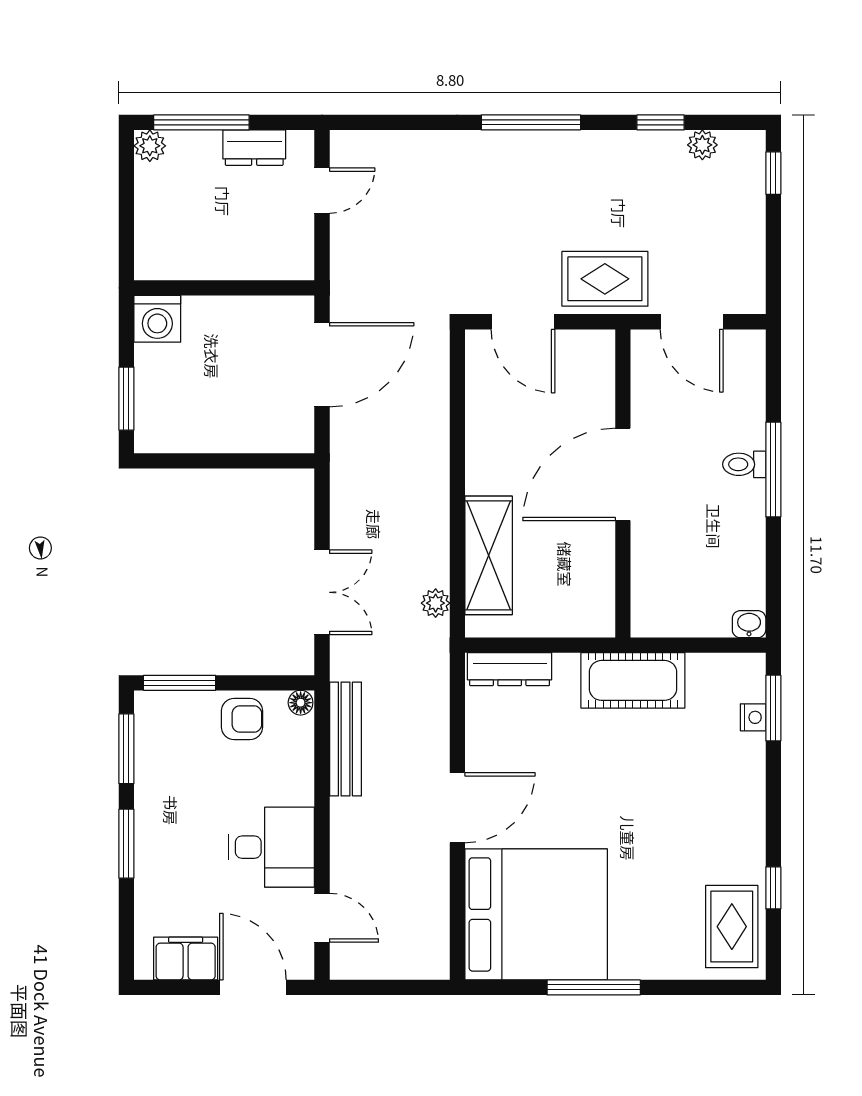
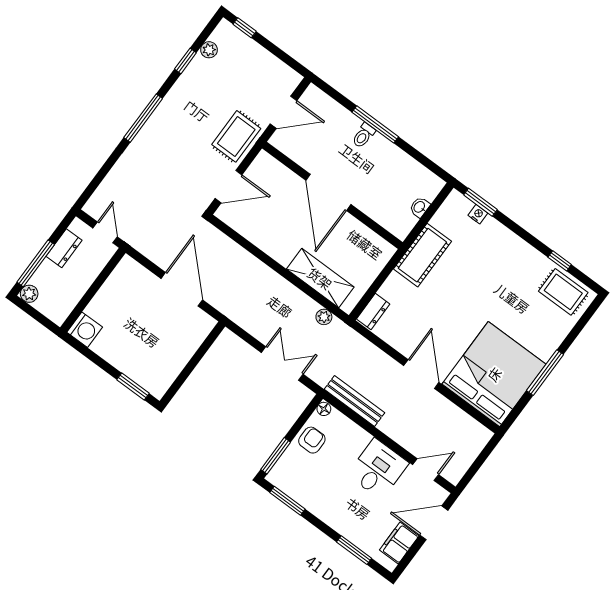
wall: (224, 288) -> (93, 290), moved
washing machine: (157, 319) -> (85, 330), moved
washbasin: (749, 624) -> (420, 207), moved
dresser: (510, 669) -> (373, 312), width x0.70
window: (126, 844) -> (354, 550), moved

